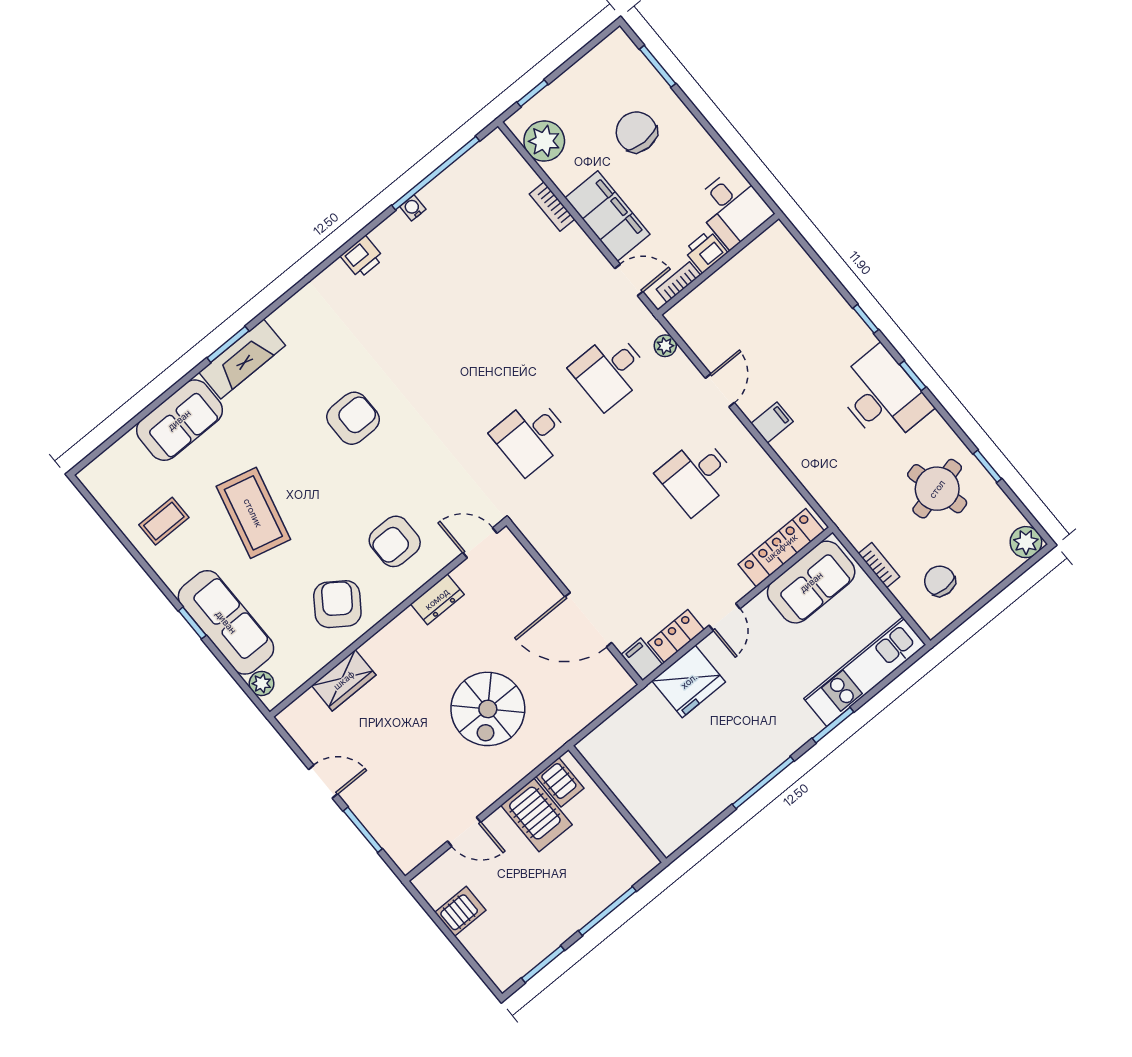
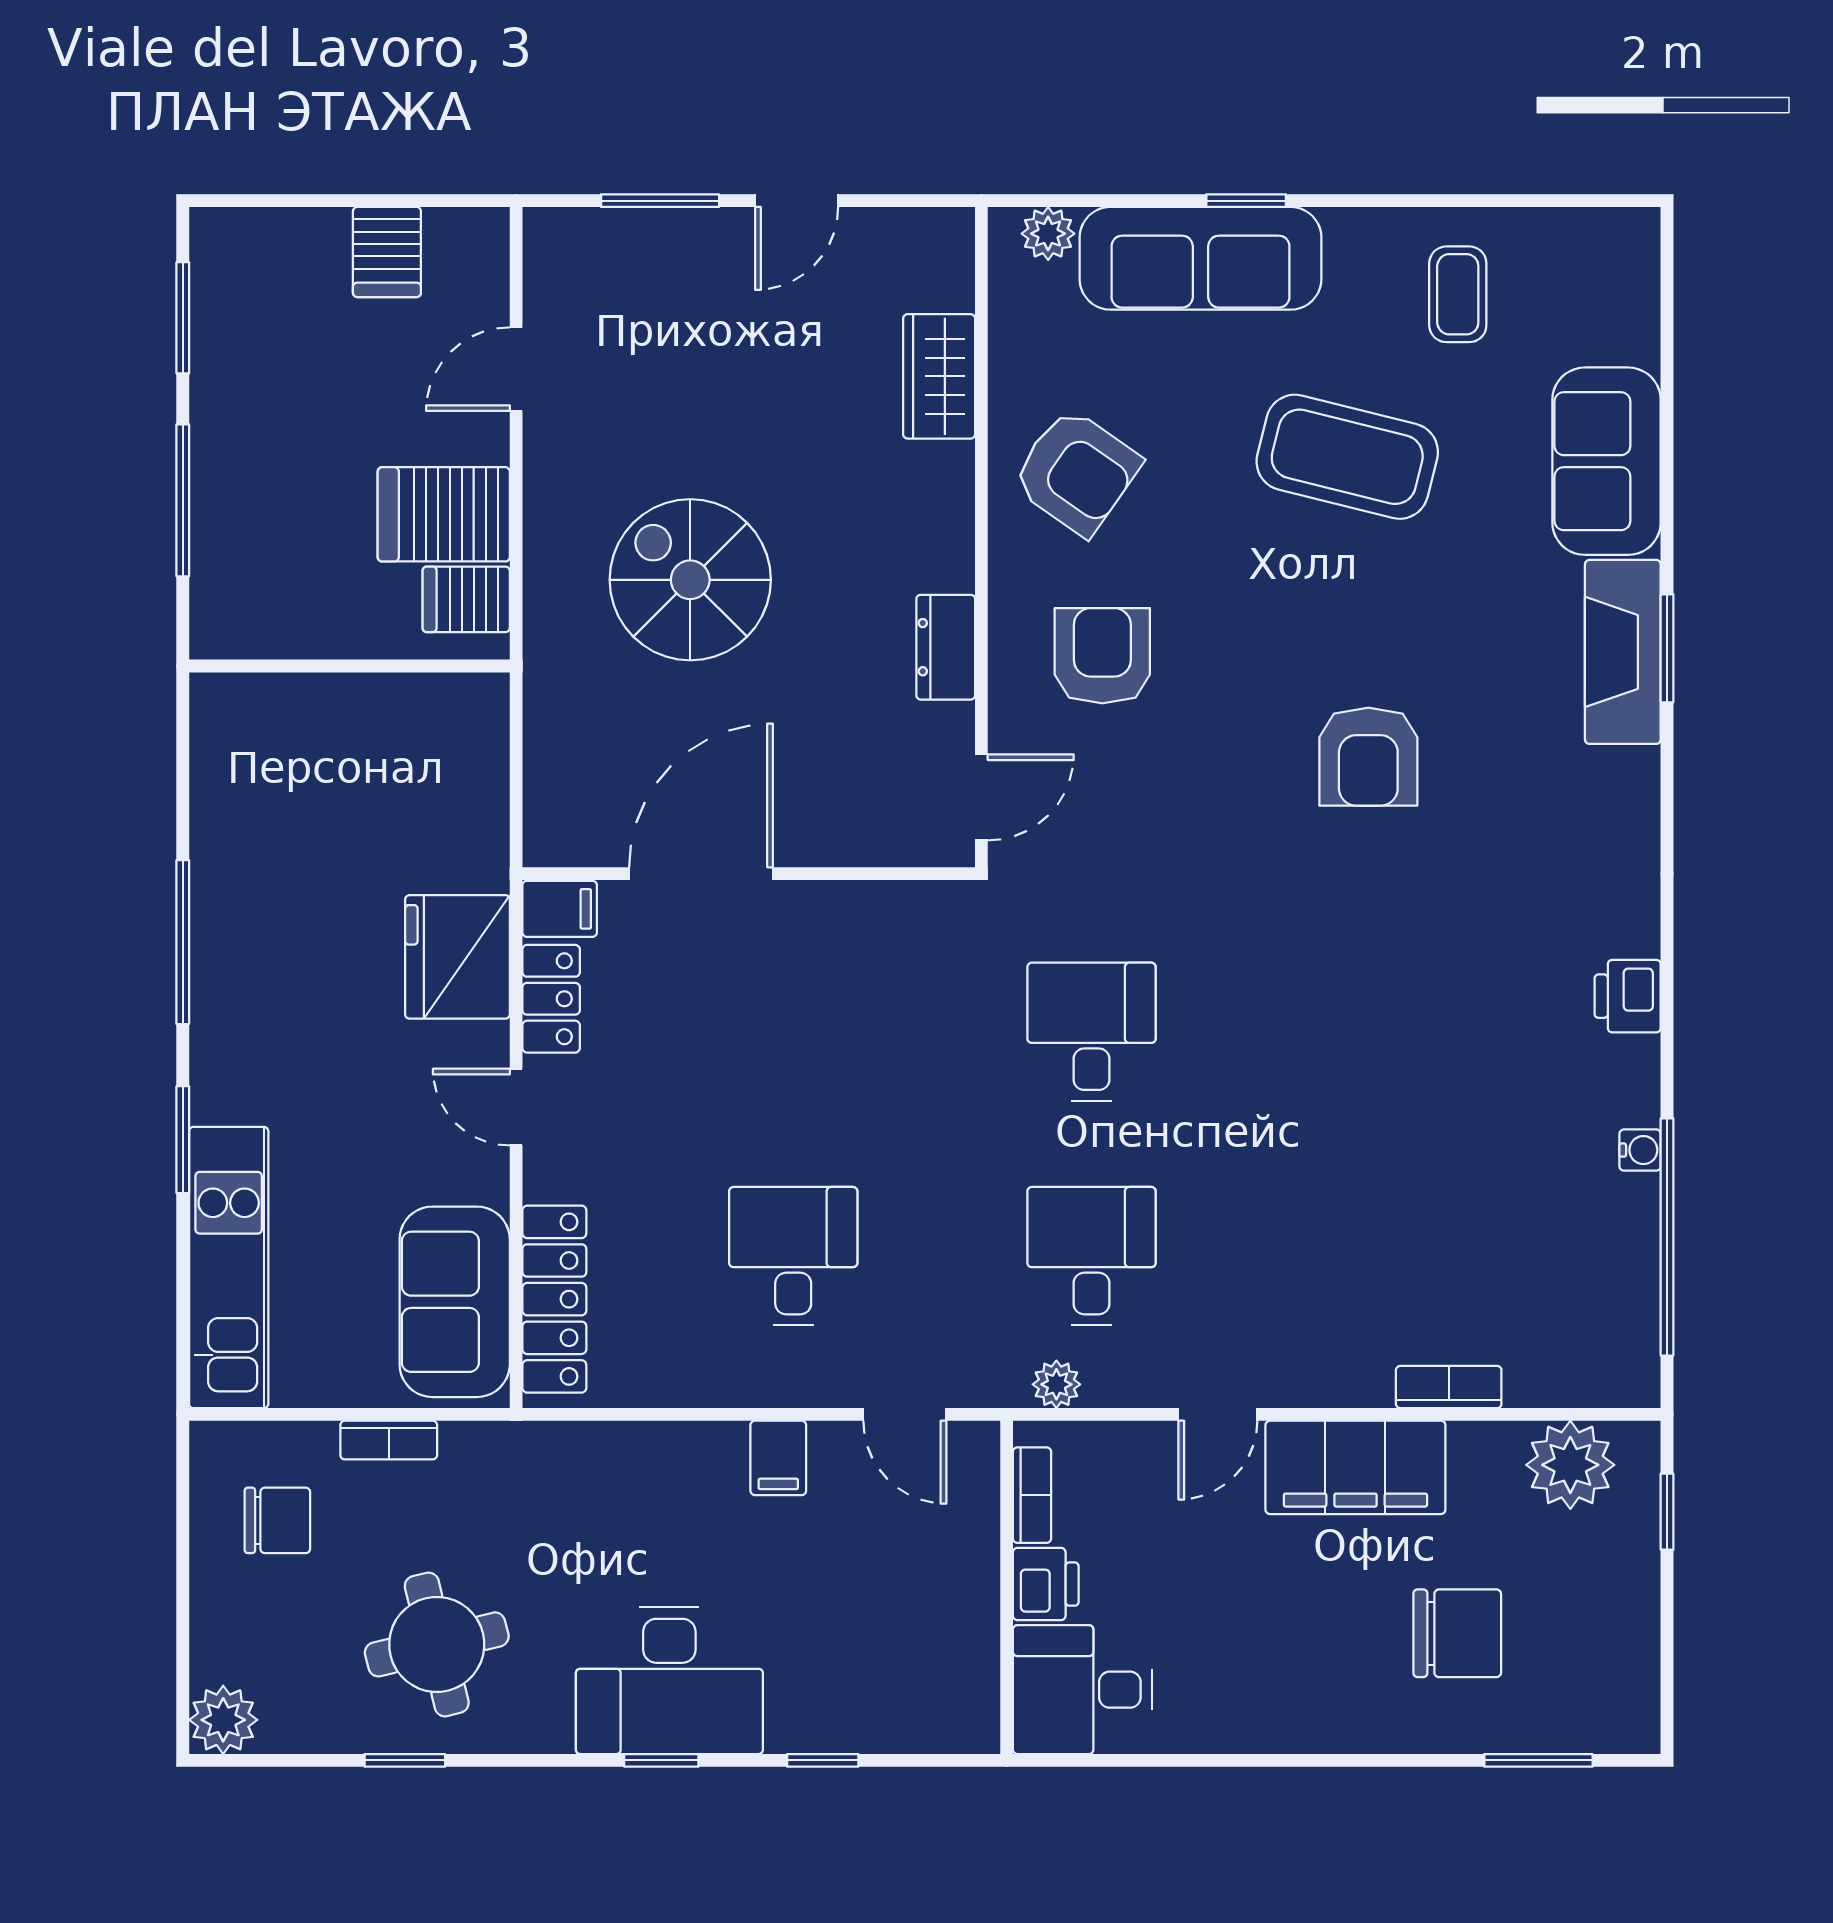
desk: (732, 208) -> (1082, 1690), moved
printer: (706, 251) -> (1046, 1584), moved
wall: (718, 264) -> (1007, 1587), moved
bookcase: (678, 282) -> (1032, 1495), moved

